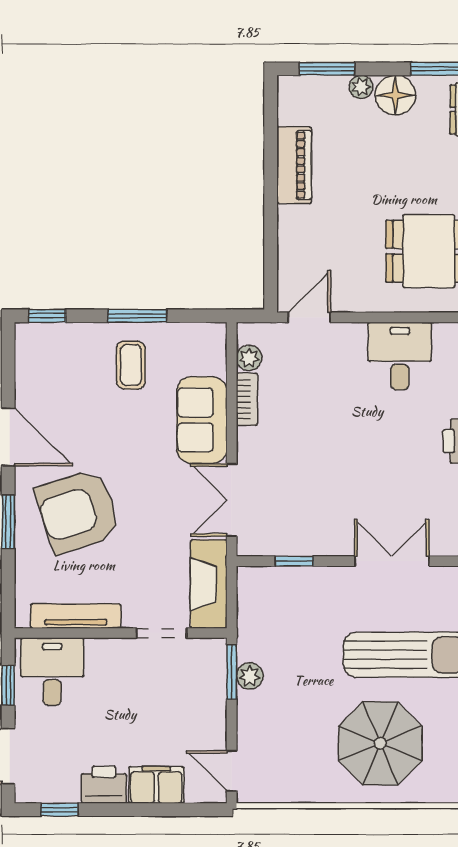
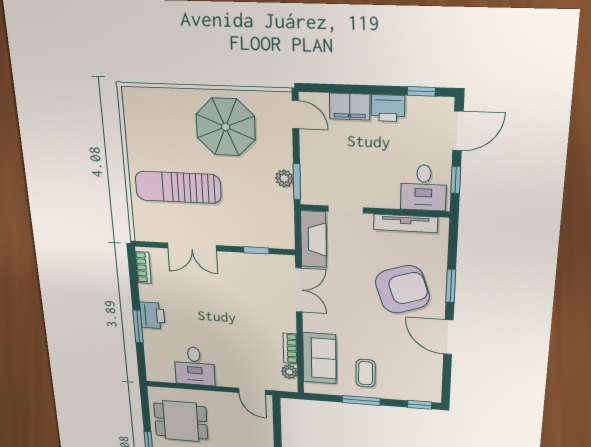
door: (309, 317) -> (252, 391), hinge flipped
sofa: (202, 420) -> (319, 358), moved
parasol: (380, 743) -> (226, 127), moved

